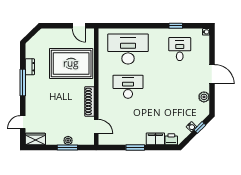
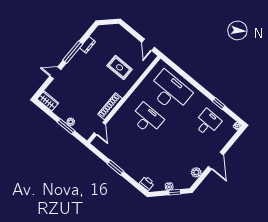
rug: (71, 63) -> (120, 67), width x0.54, depth x0.49
door: (23, 122) -> (55, 73), moved
filing cabinet: (155, 139) -> (135, 173), removed

